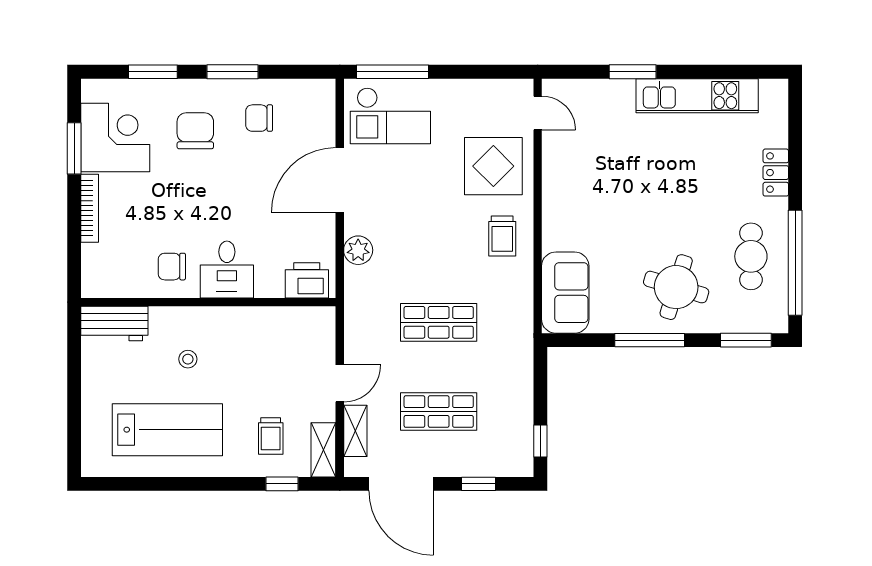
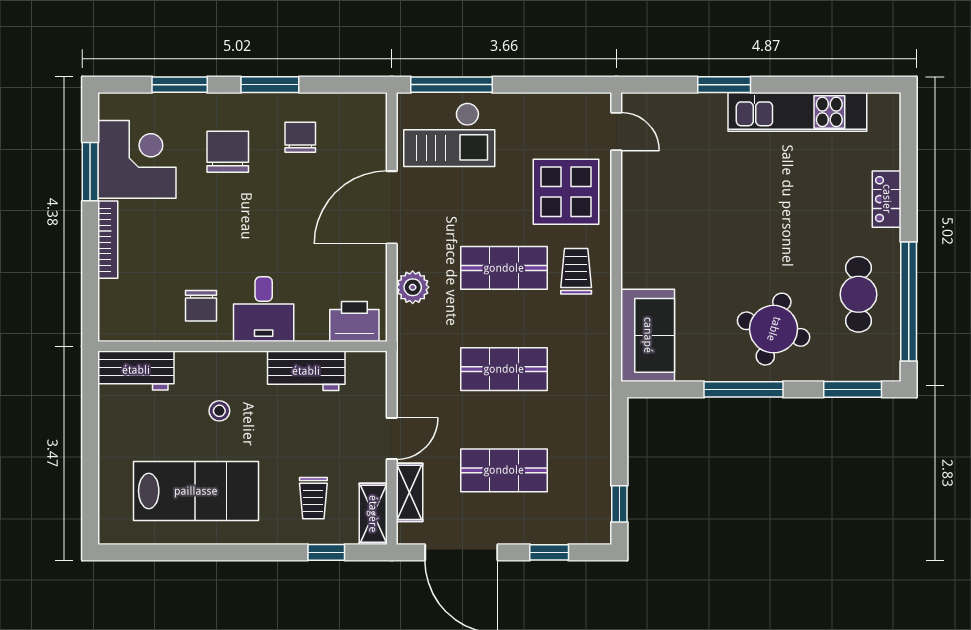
chair: (259, 118) -> (300, 137), turned 90
shop shelf: (439, 233) -> (504, 268), added
trolley: (502, 236) -> (576, 271), turned 180
chair: (172, 267) -> (201, 306), turned -90
workbench: (264, 324) -> (306, 371), added

